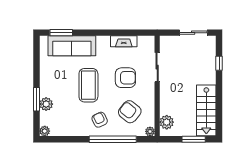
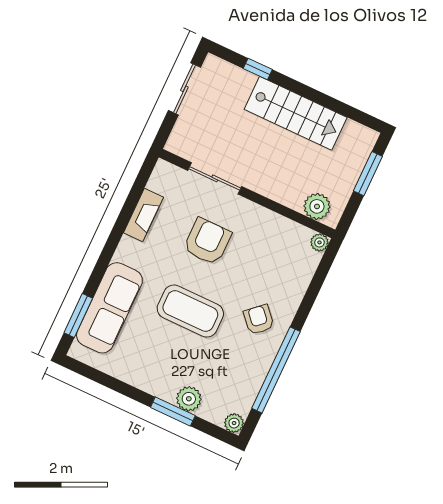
stairs: (206, 110) -> (296, 113), moved
armchair: (130, 112) -> (269, 261), removed
armchair: (100, 120) -> (259, 320), turned 73
window: (113, 139) -> (276, 370), moved

